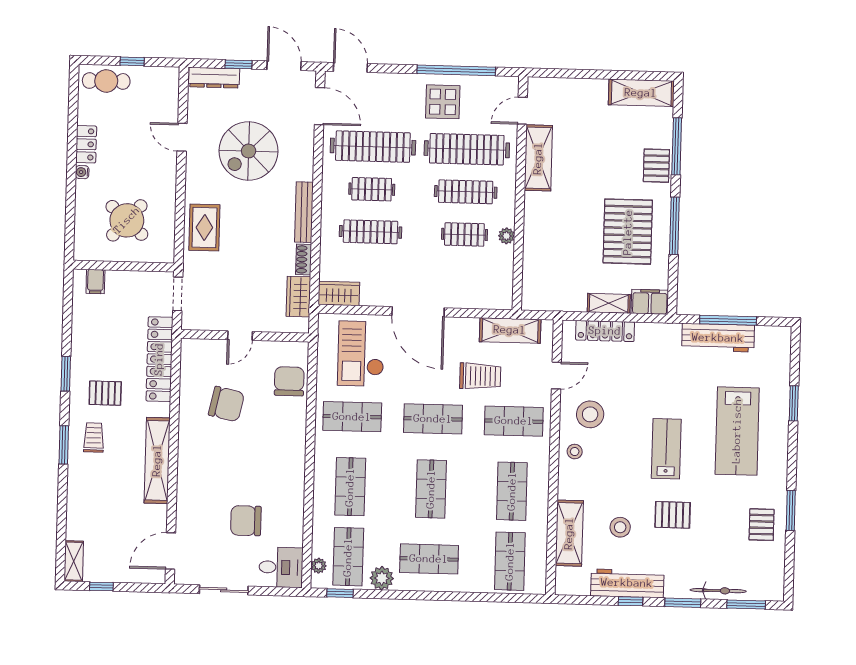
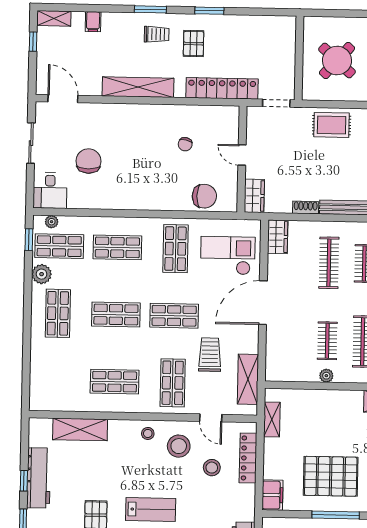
filing cabinet: (95, 282) -> (93, 22), moved, turned -90
wardrobe: (298, 297) -> (254, 196), moved, turned 90
shelving: (609, 303) -> (272, 419), moved
trolley: (480, 376) -> (210, 355), turned 180
chair: (226, 404) -> (185, 144), width x0.54, depth x0.54
shop shelf: (433, 419) -> (174, 316), turned 90
stool: (620, 527) -> (212, 468), moved
shop shelf: (510, 561) -> (56, 380), removed

